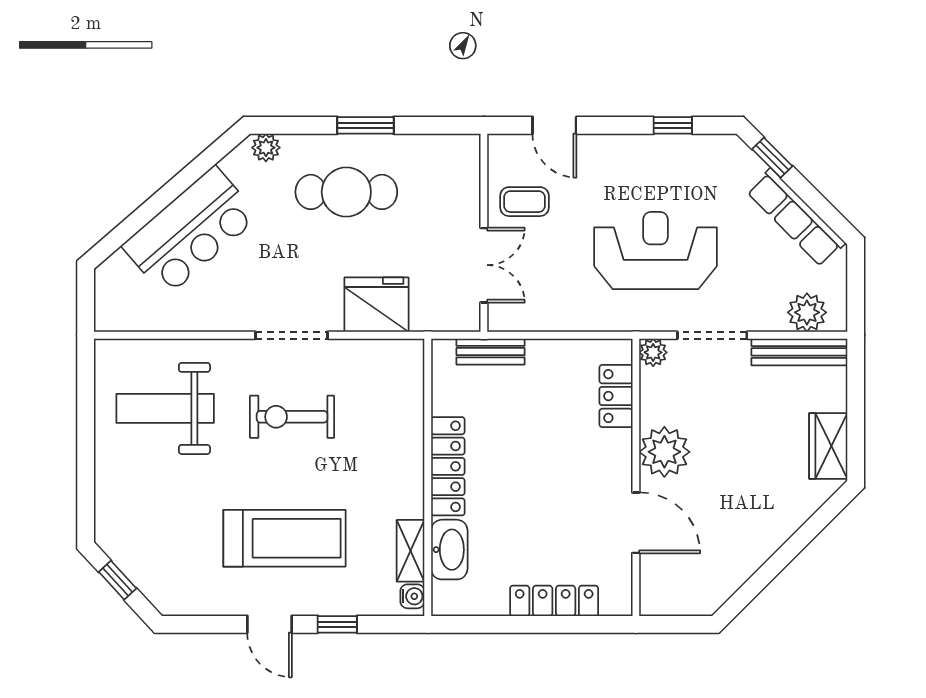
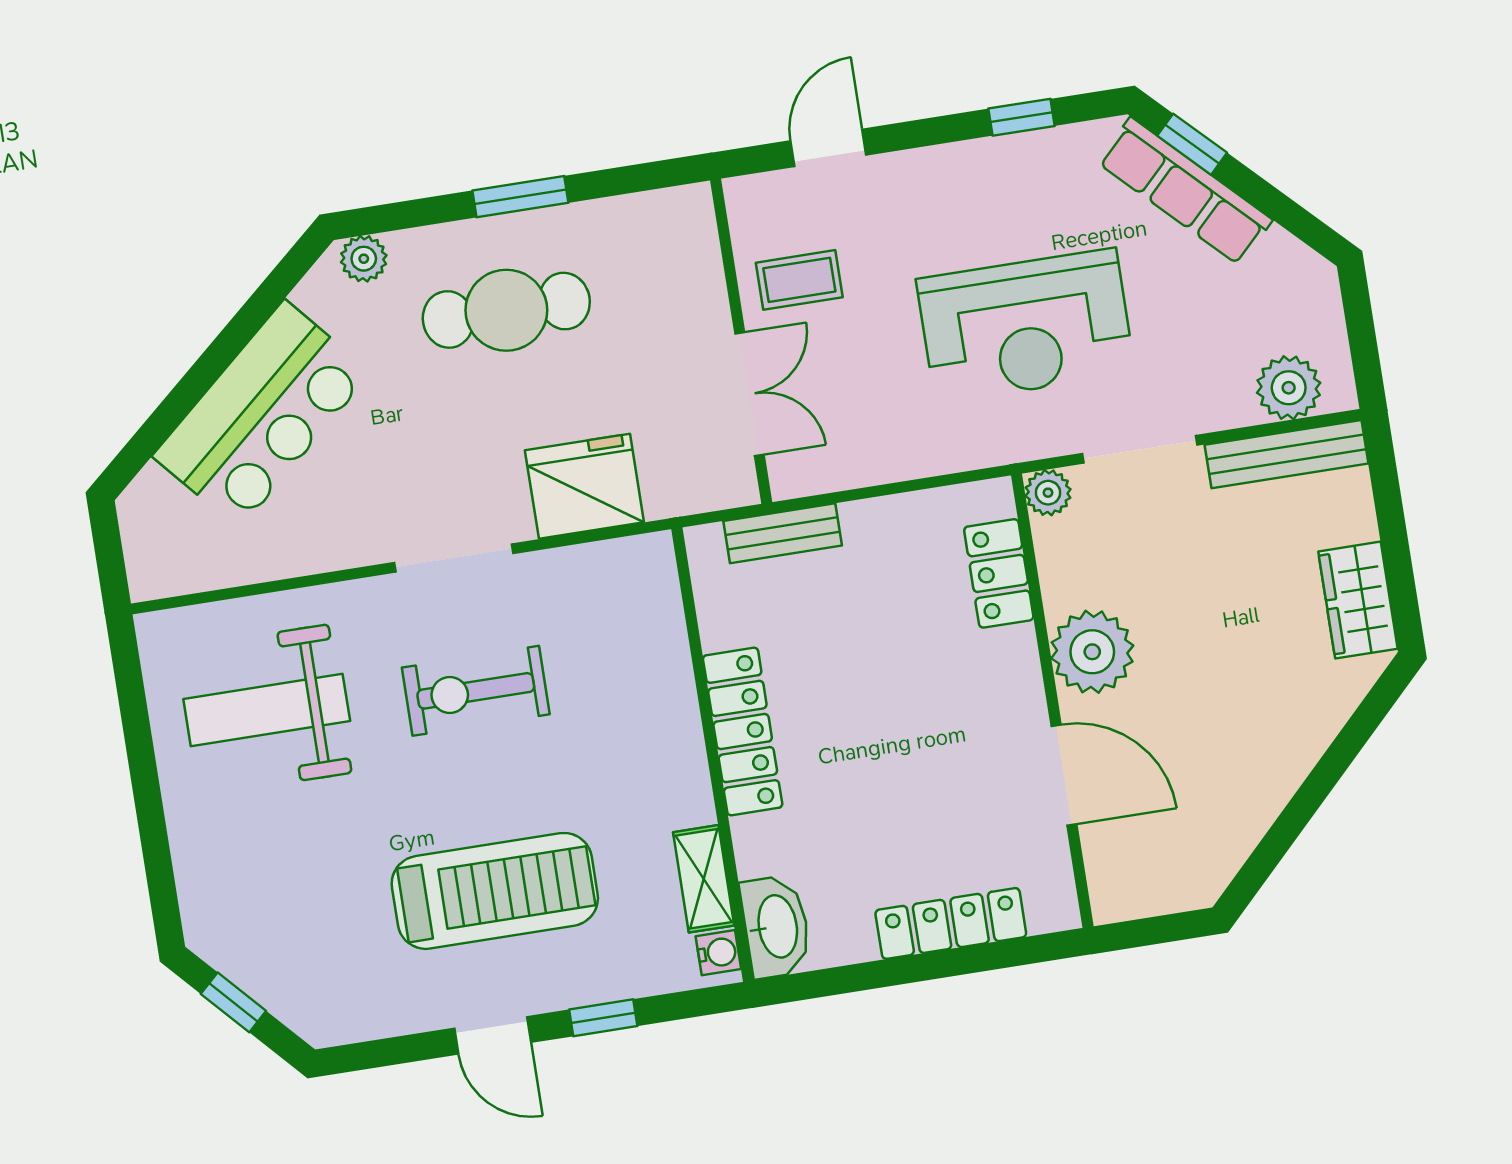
door: (554, 125) -> (828, 148), swing flipped
row of seats: (796, 217) -> (1185, 191), moved
reception desk: (655, 251) -> (1026, 326), turned 180
washbasin: (449, 550) -> (776, 927), moved

